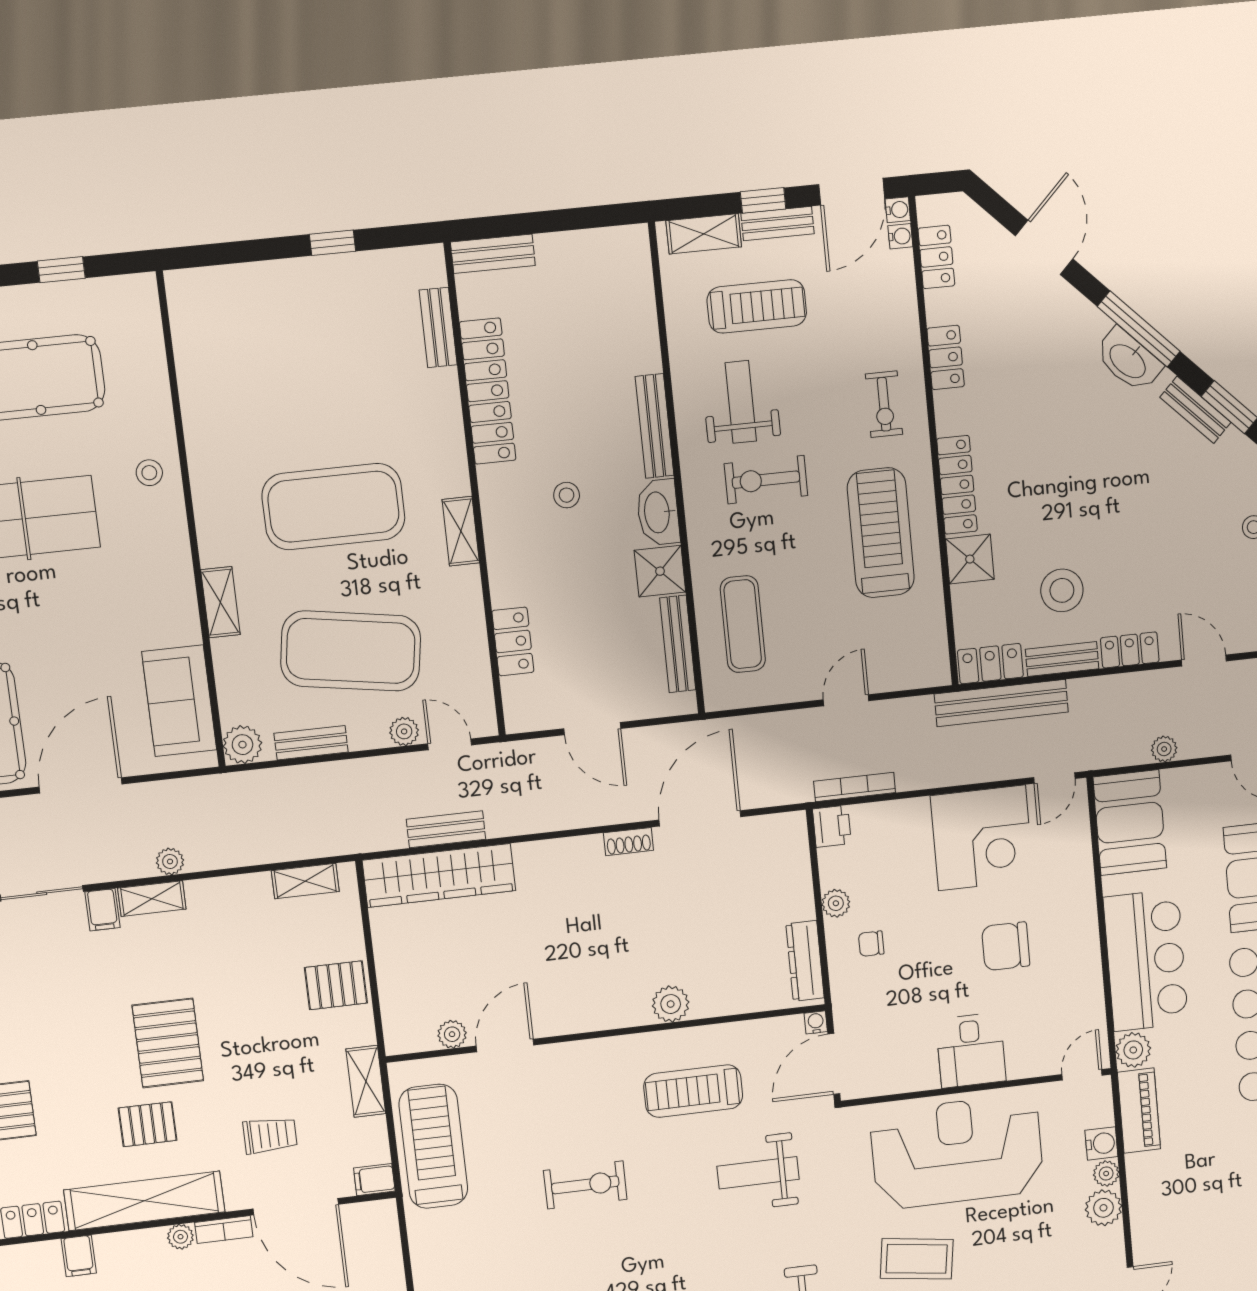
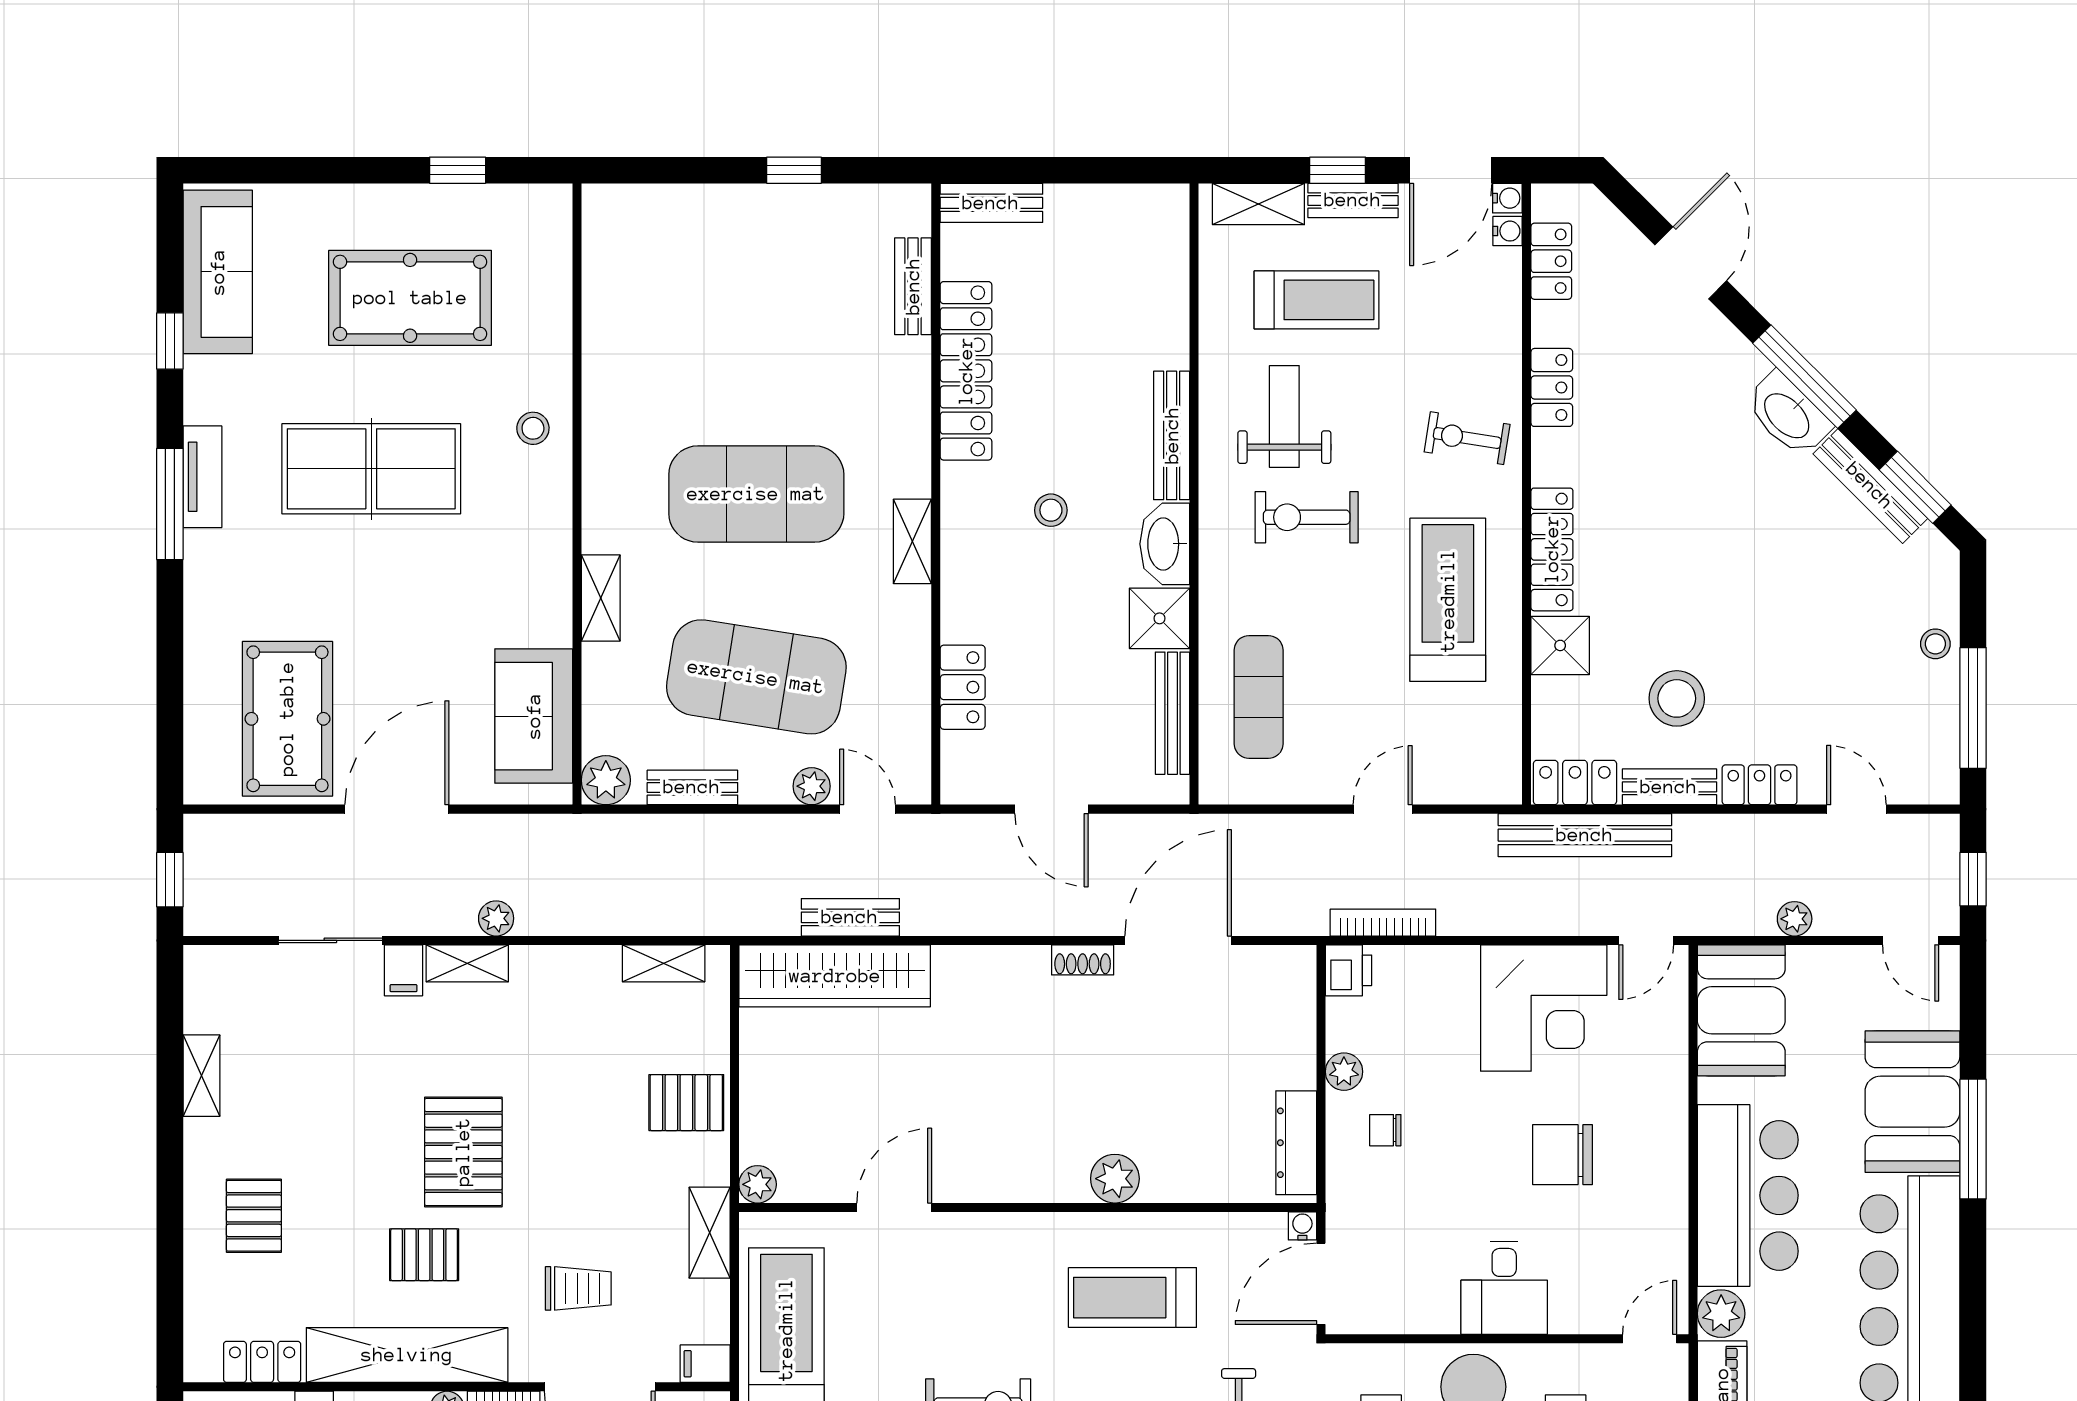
exercise bike: (884, 404) -> (1467, 438), turned 99
bench: (1195, 410) -> (1870, 486), width x1.36
plant: (452, 1034) -> (758, 1184), moved

